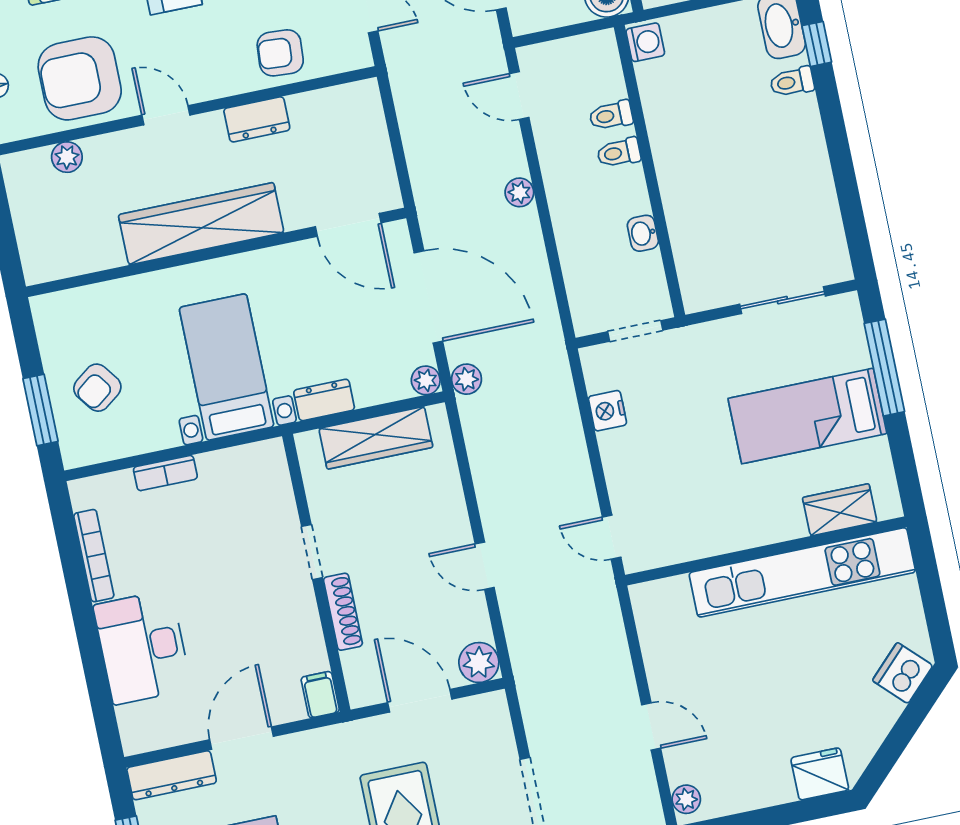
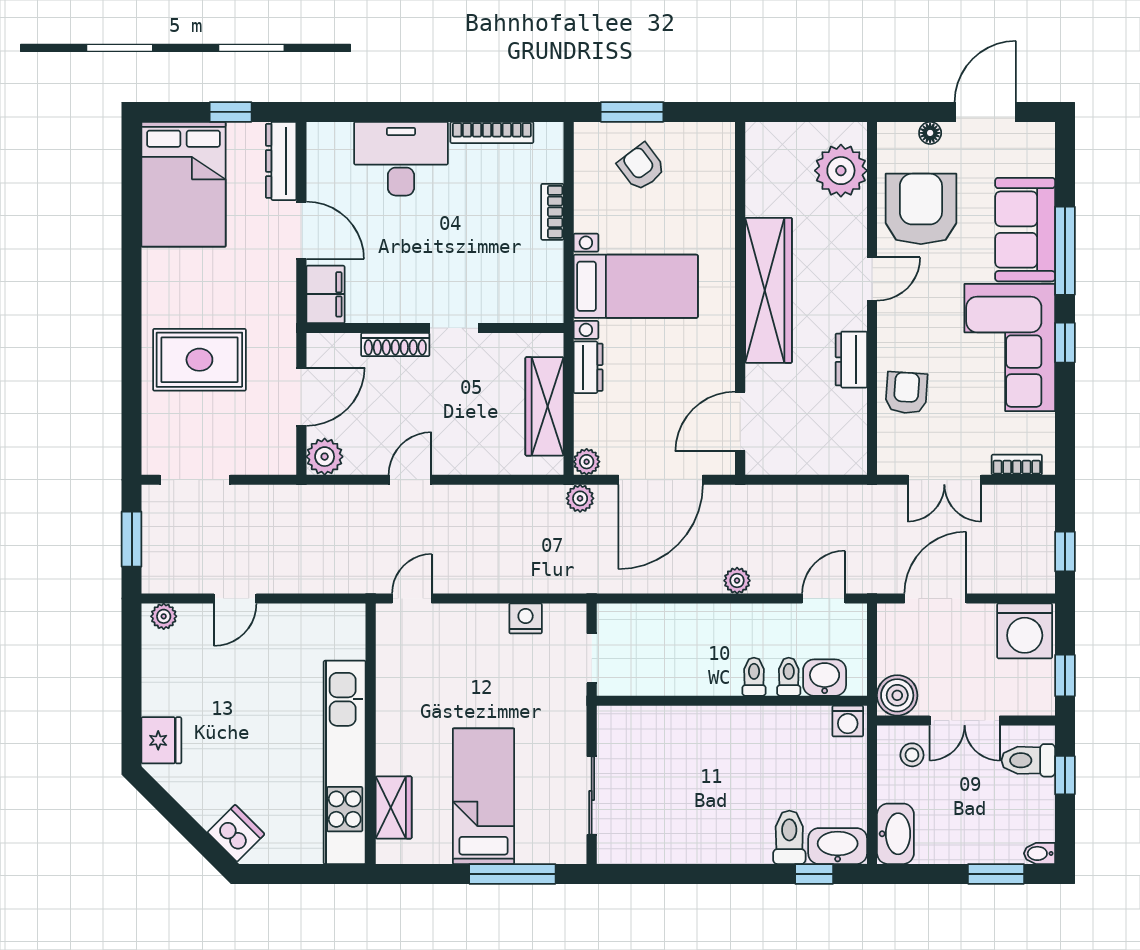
toilet: (792, 82) -> (789, 837), width x1.37, depth x1.39
plant: (67, 157) -> (841, 171), width x1.88, depth x1.88
washbasin: (643, 233) -> (825, 678), moved, width x1.38, depth x1.45
filing cabinet: (320, 695) -> (325, 294), width x2.00

